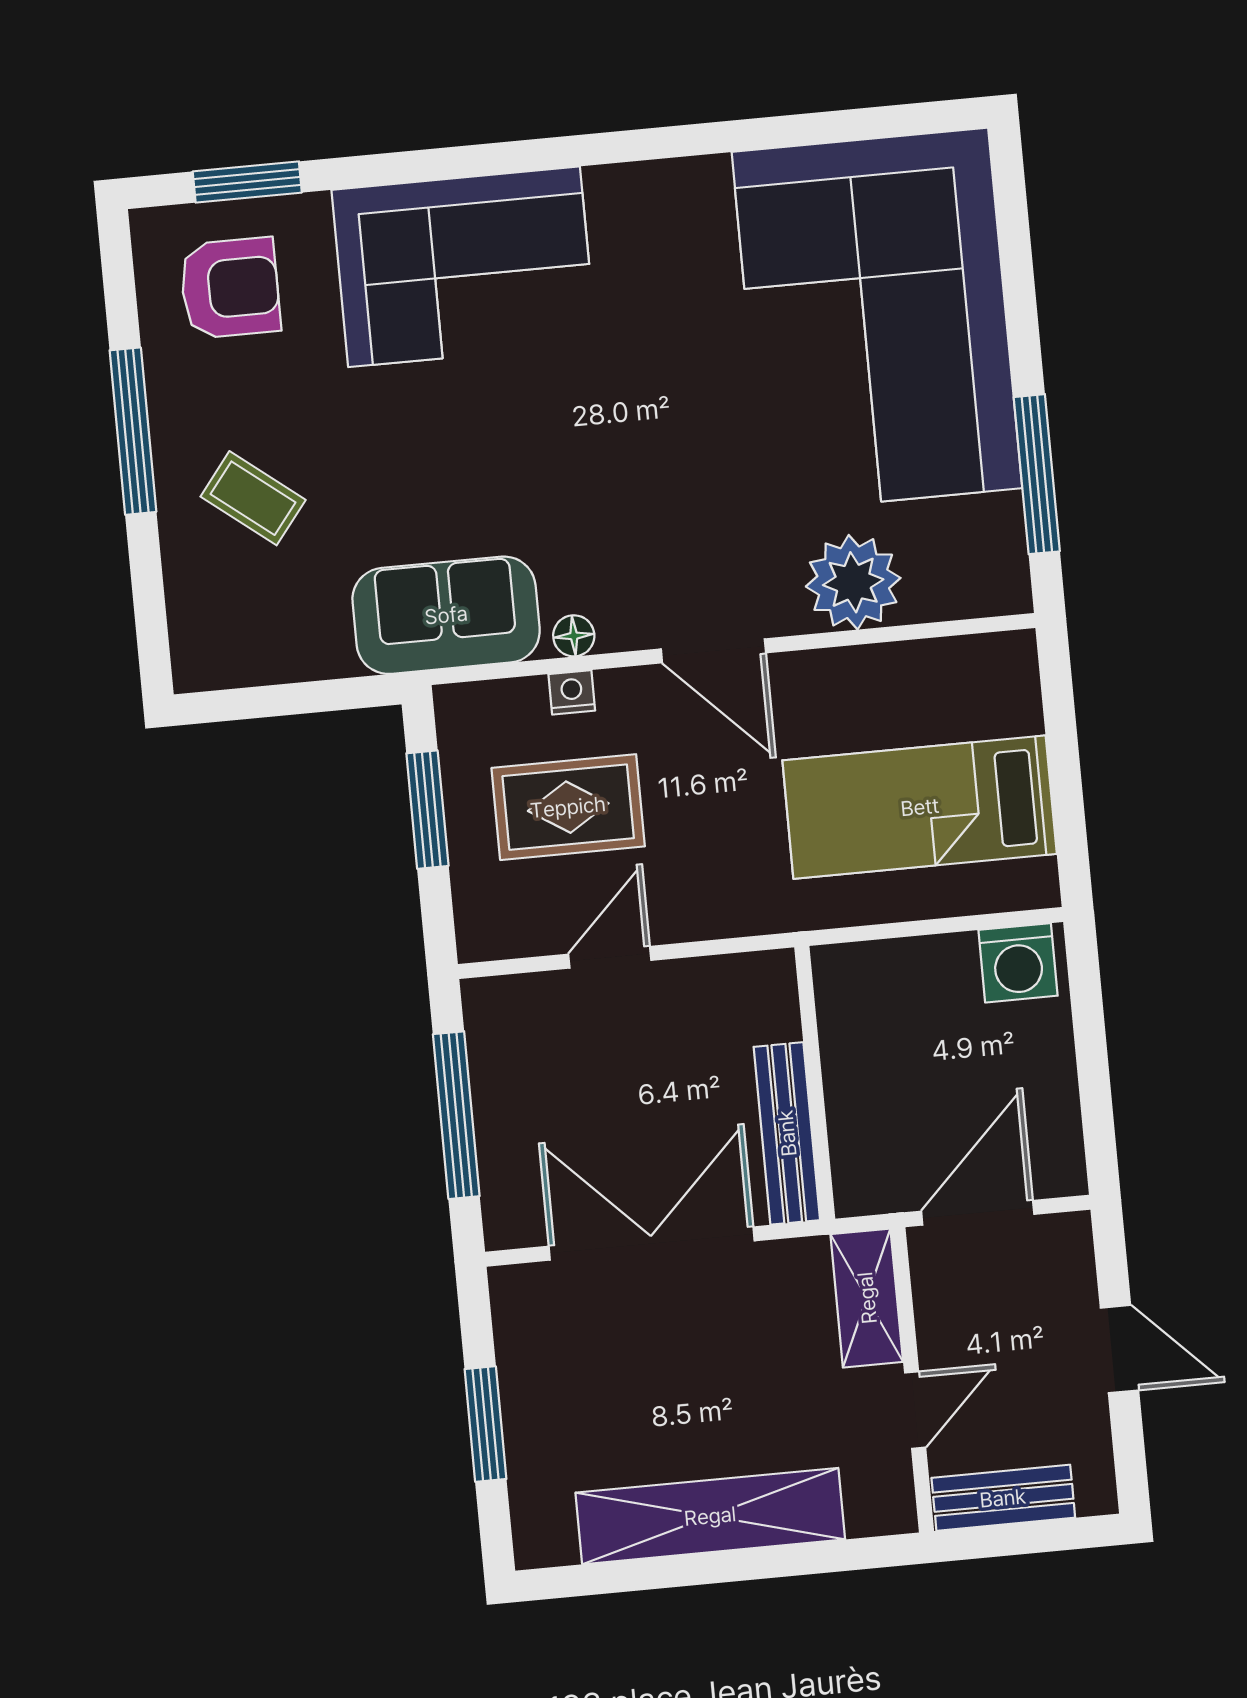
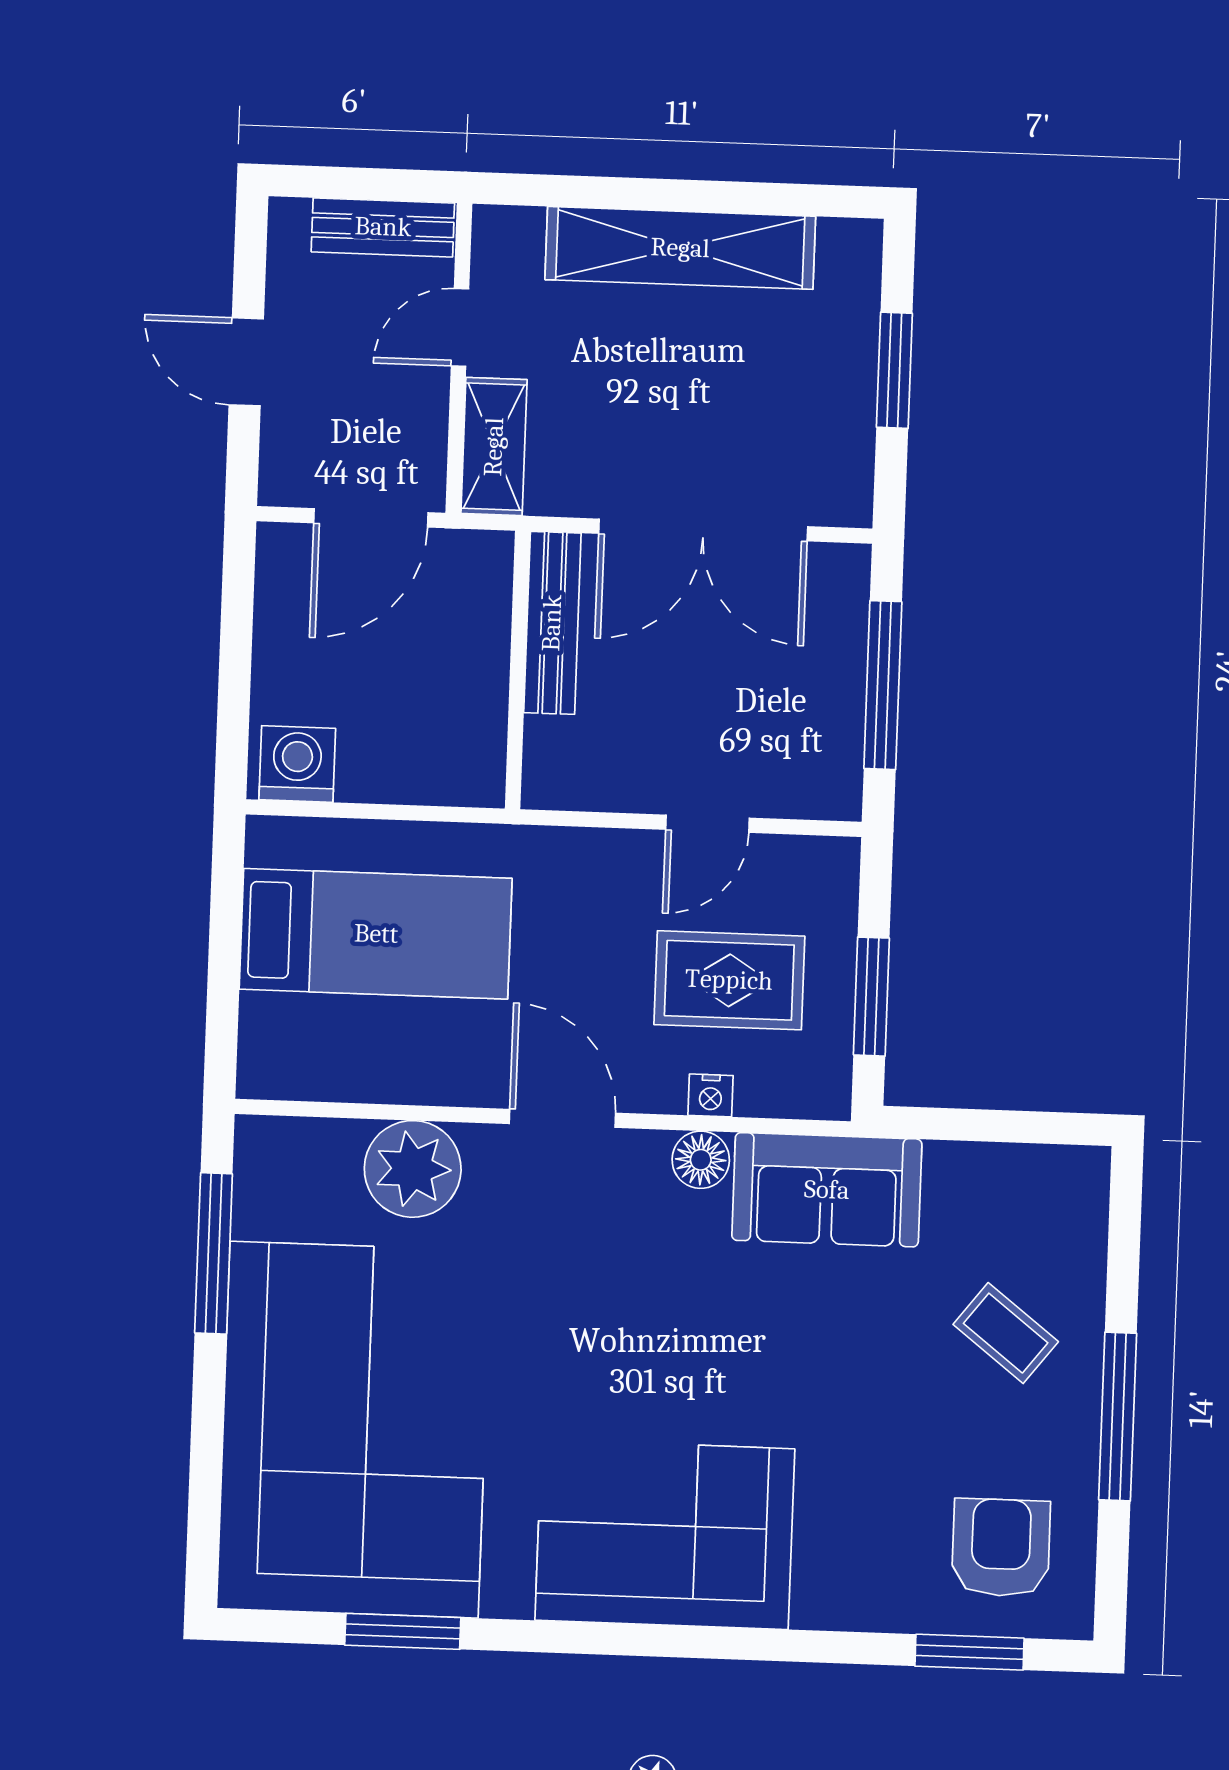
window: (803, 129) -> (403, 1631), added
corner sofa: (464, 267) -> (665, 1534), moved
armchair: (230, 288) -> (1001, 1548), turned 90
floor lamp: (574, 636) -> (701, 1160), width x1.37, depth x1.37

